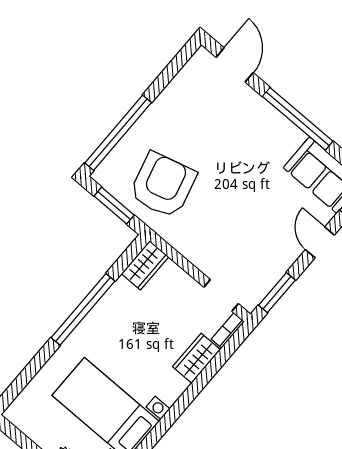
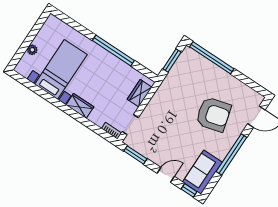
armchair: (163, 185) -> (213, 114), moved
wardrobe: (145, 265) -> (140, 93), moved, turned 90
wardrobe: (197, 358) -> (80, 106), moved

